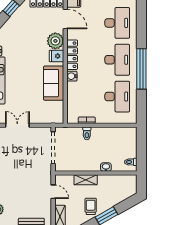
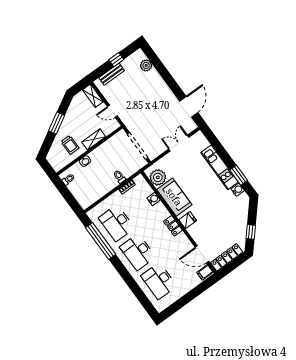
plant: (55, 41) -> (158, 177), moved
locker: (72, 55) -> (173, 226), width x0.66
window: (141, 69) -> (101, 241), moved
water cooler: (72, 76) -> (154, 199), moved
double door: (17, 125) -> (179, 143), swing flipped
trolley: (91, 206) -> (70, 145), moved

